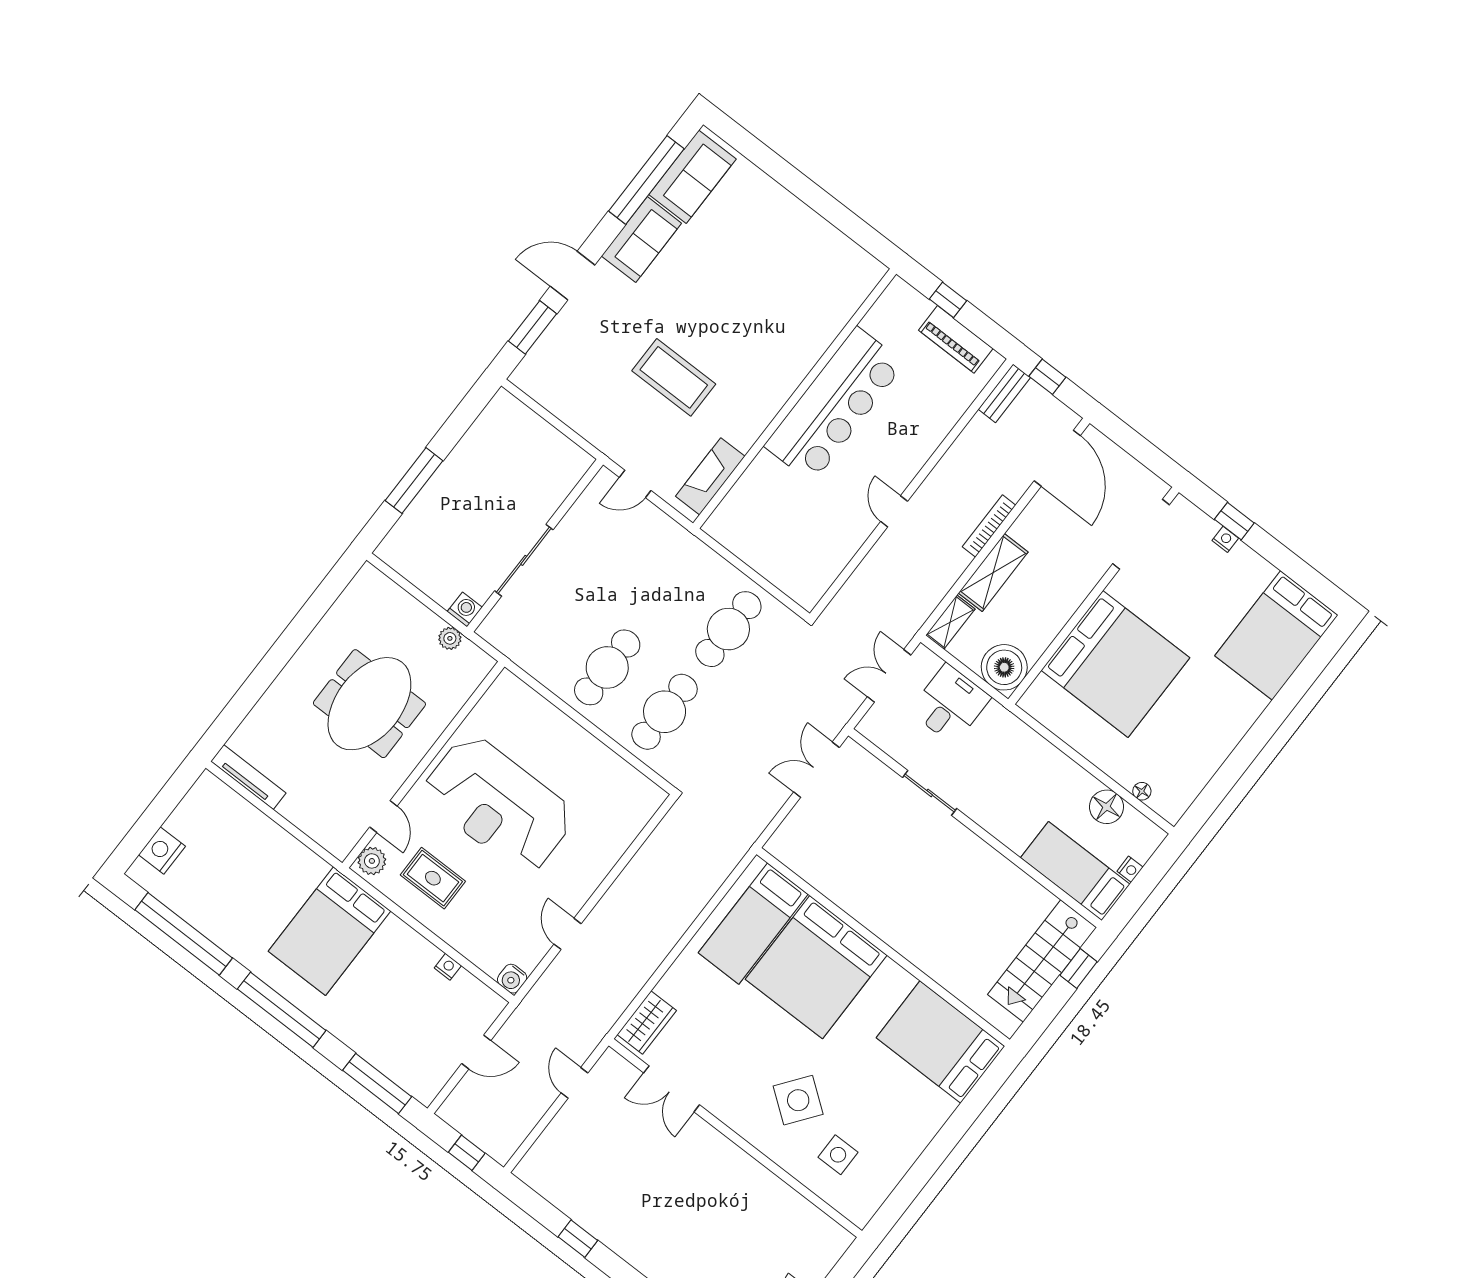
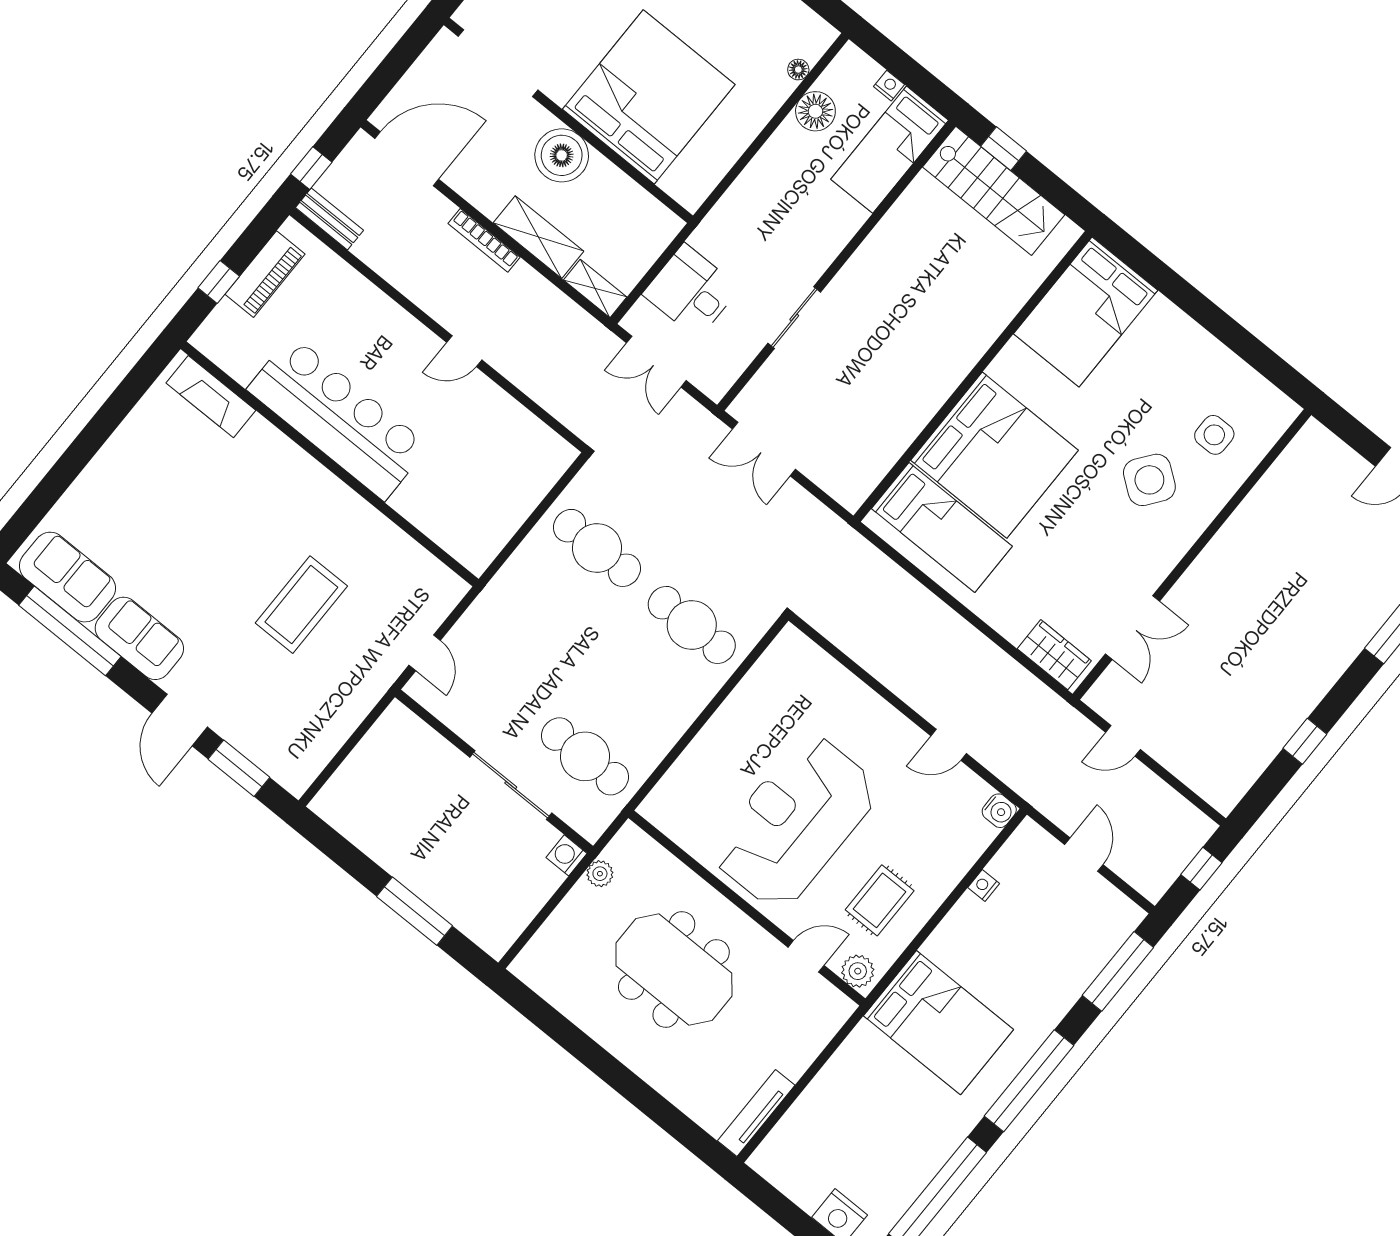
fireplace: (710, 476) -> (211, 397), moved
cafe table: (607, 667) -> (585, 756), moved
boiler: (1004, 667) -> (562, 155), moved
reception desk: (498, 804) -> (795, 822), turned 180

